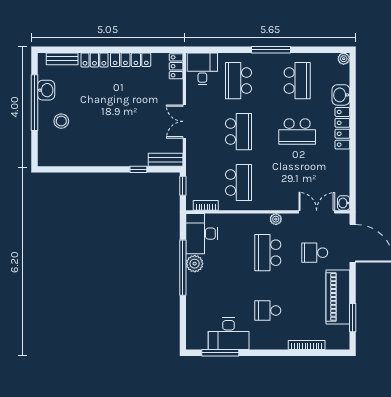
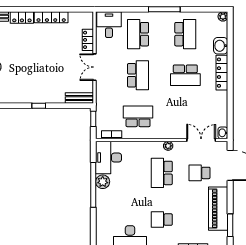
locker: (176, 66) -> (88, 40), moved
window: (138, 169) -> (39, 106), moved
school desk: (239, 183) -> (138, 116), turned -90

